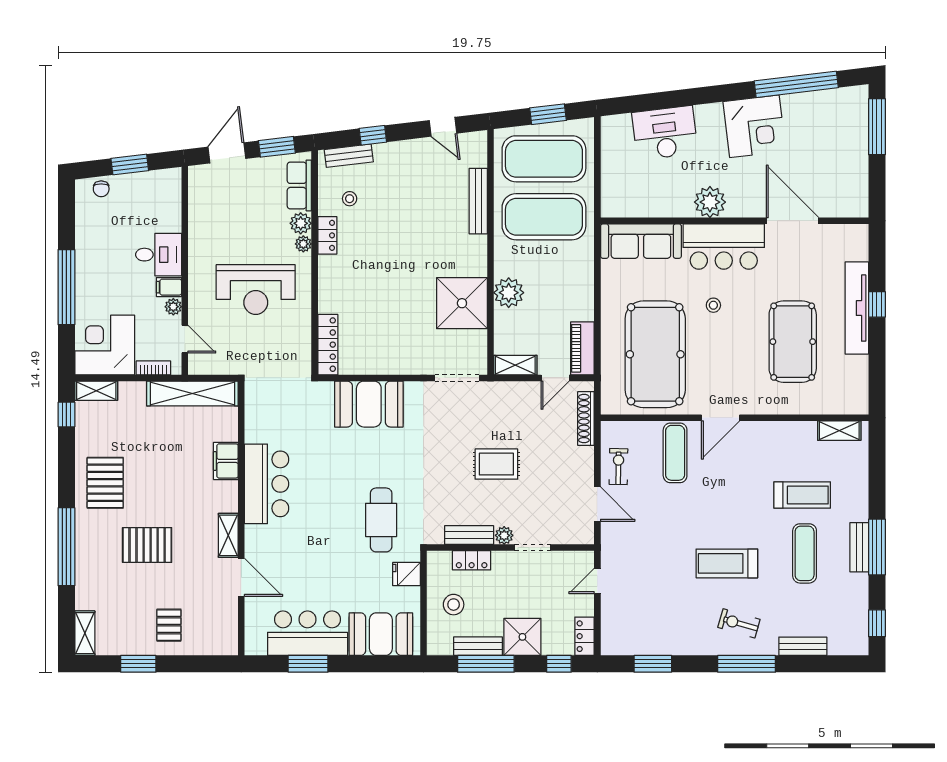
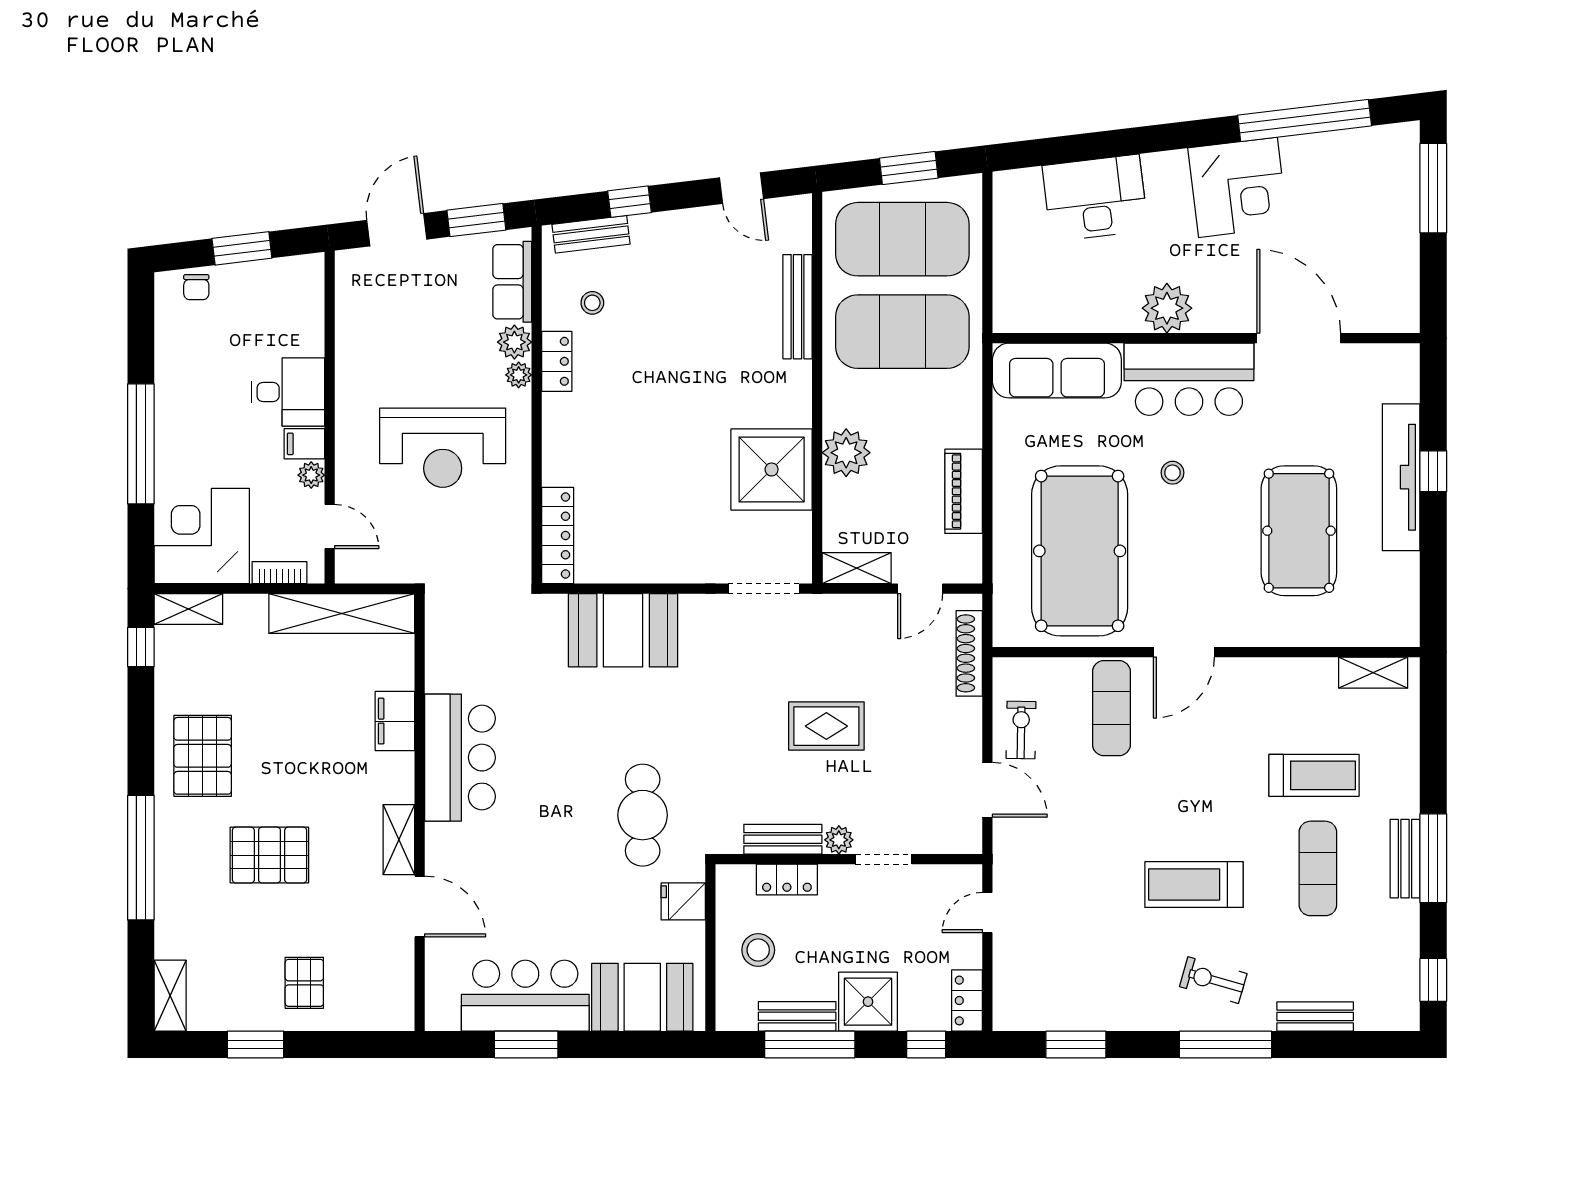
piano: (582, 348) -> (964, 491), moved

